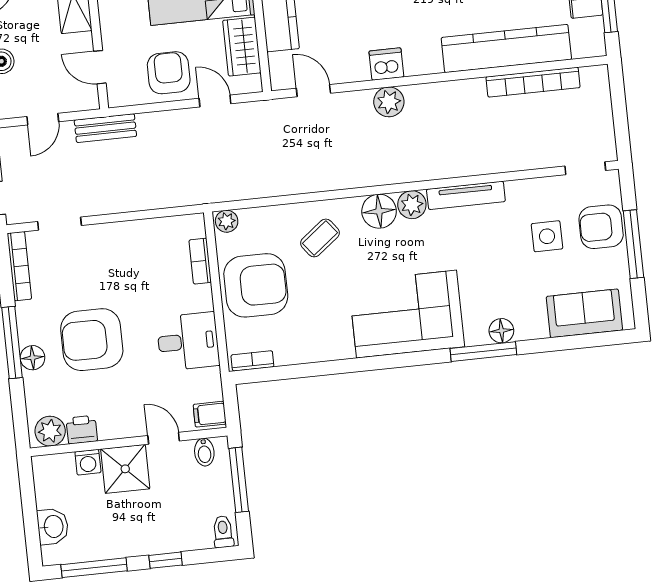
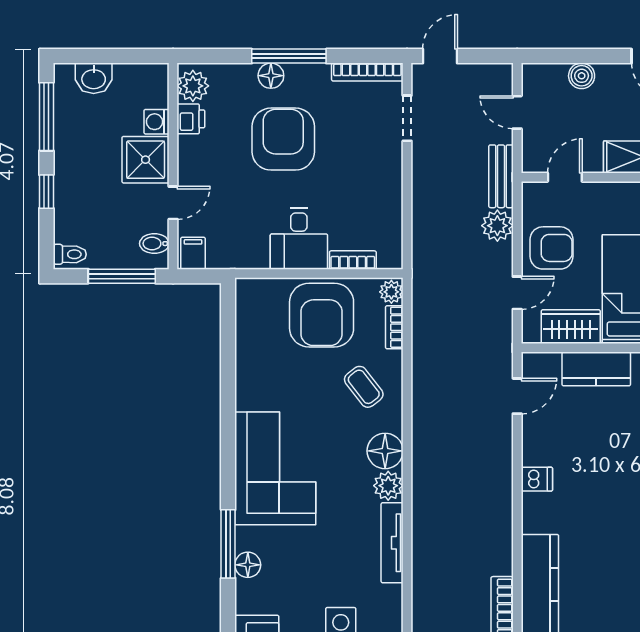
dishwasher: (386, 64) -> (537, 479), width x0.73
plant: (389, 102) -> (497, 226), moved
desk: (188, 341) -> (299, 239), moved
bookcase: (252, 361) -> (394, 327), moved, turned 180

